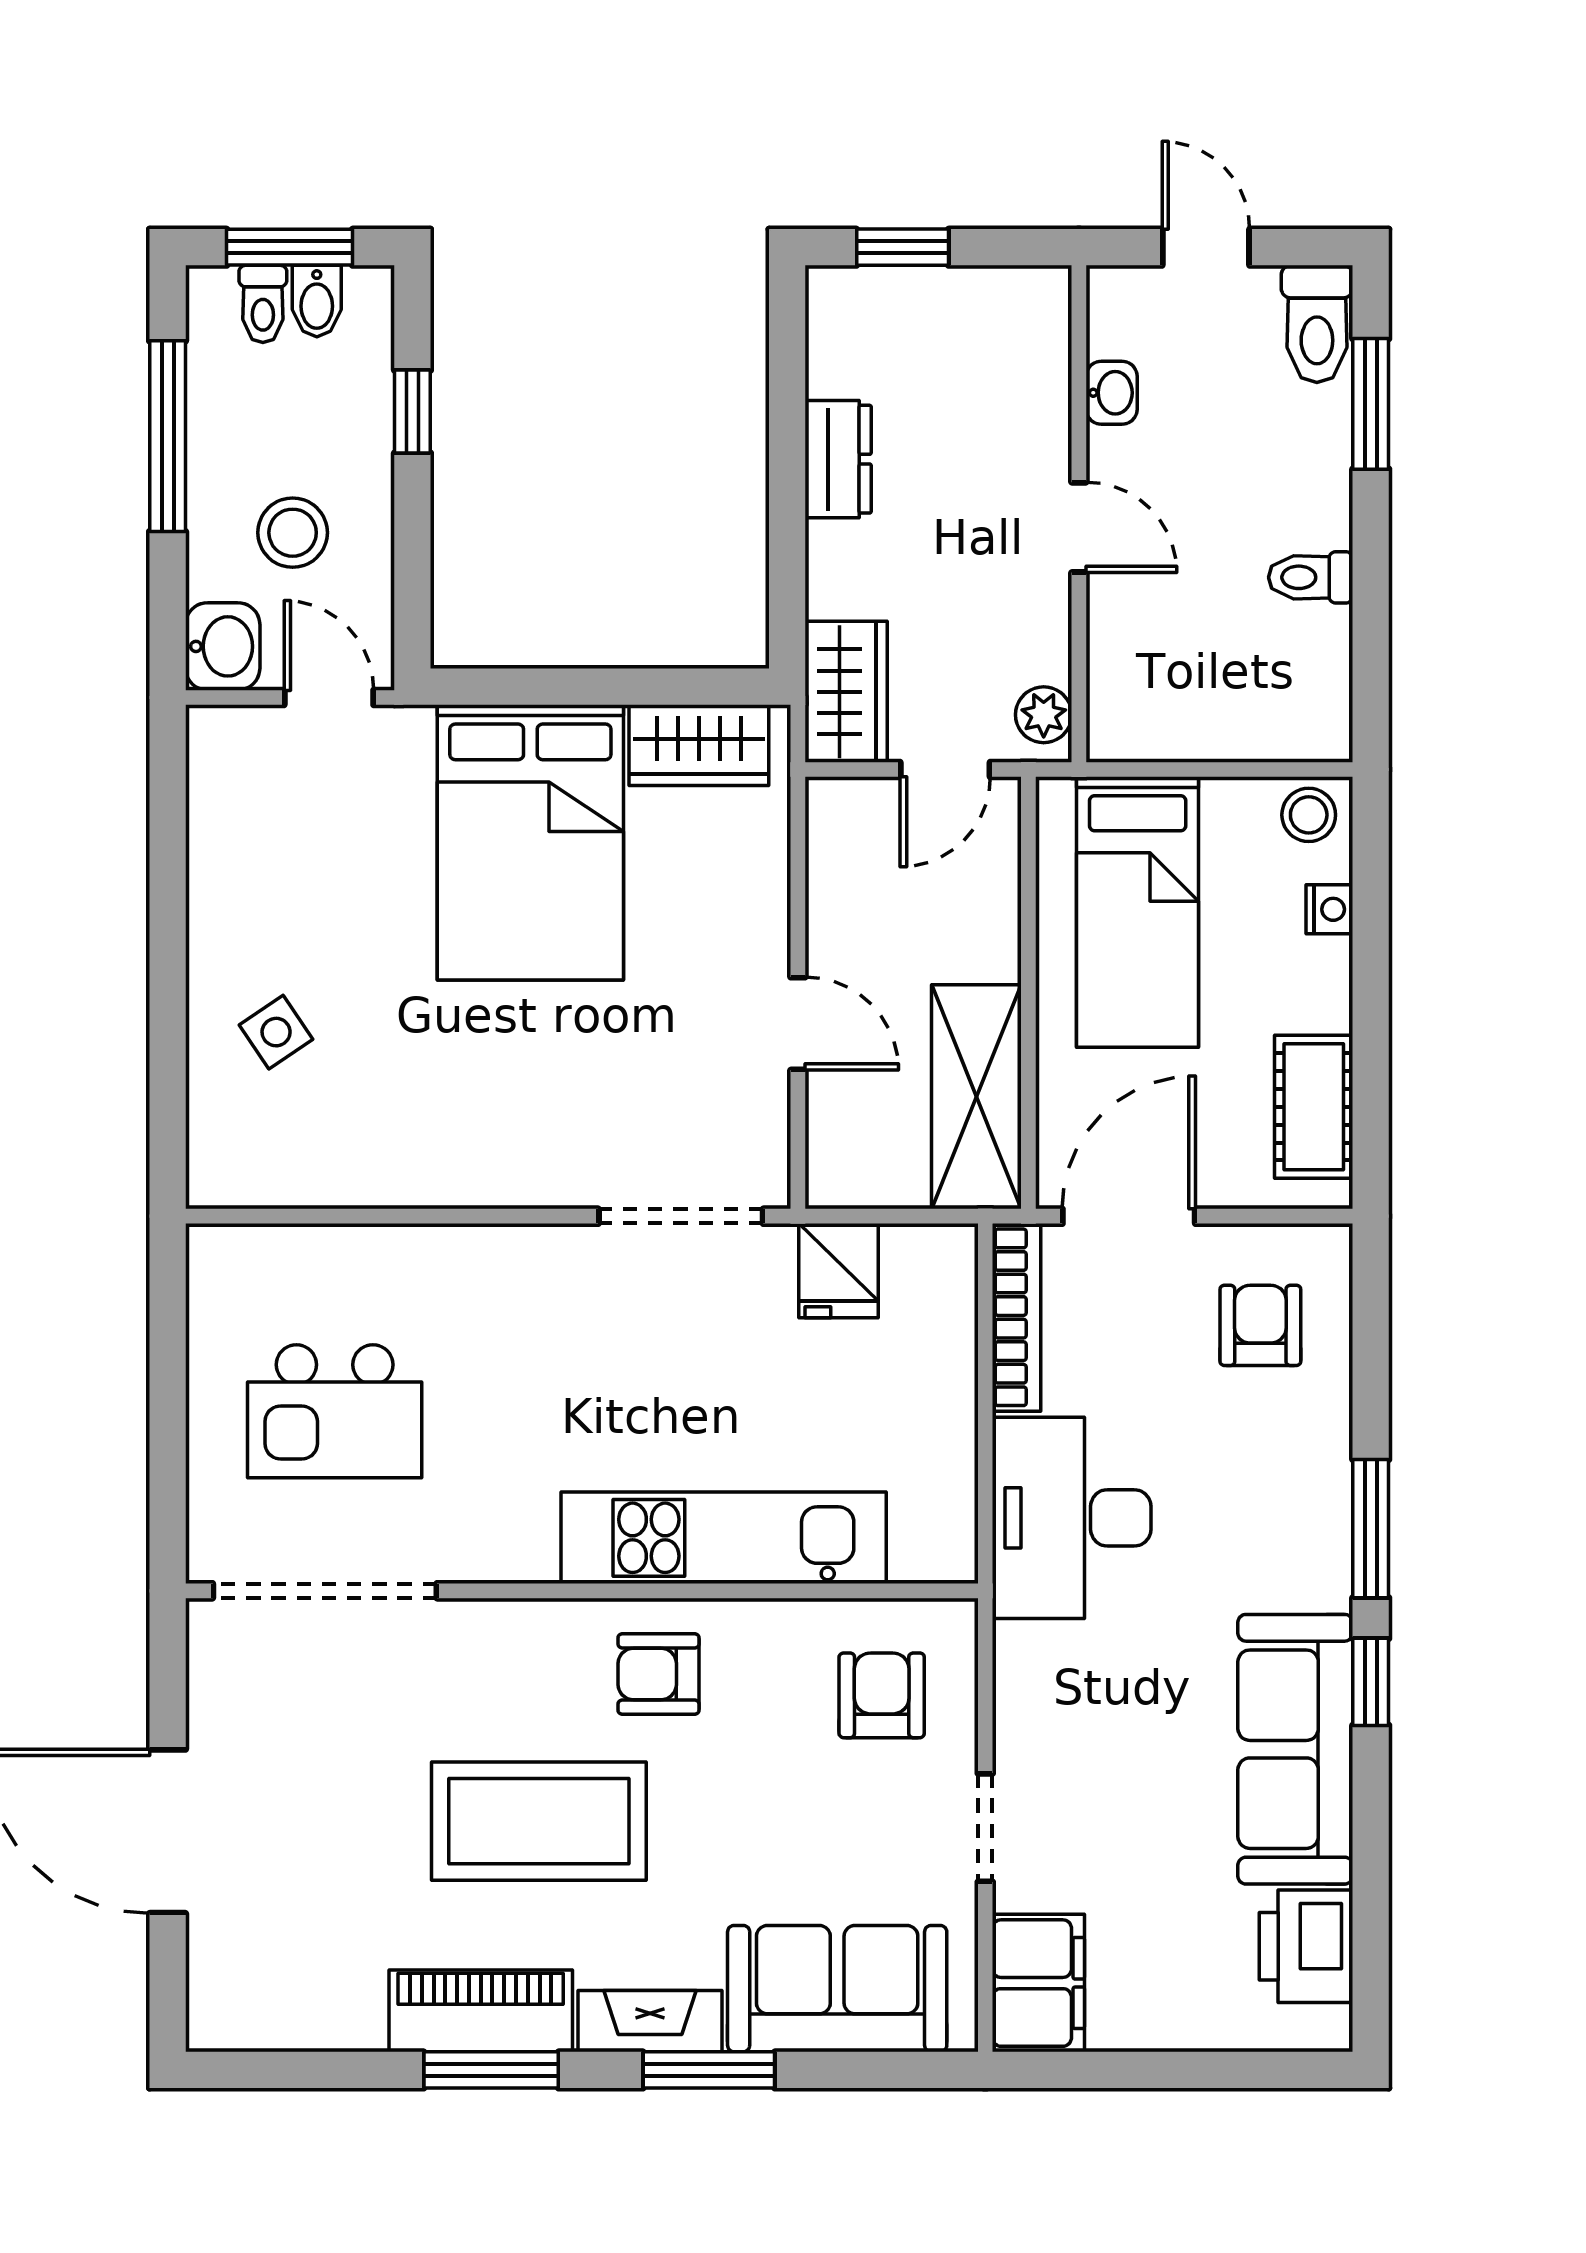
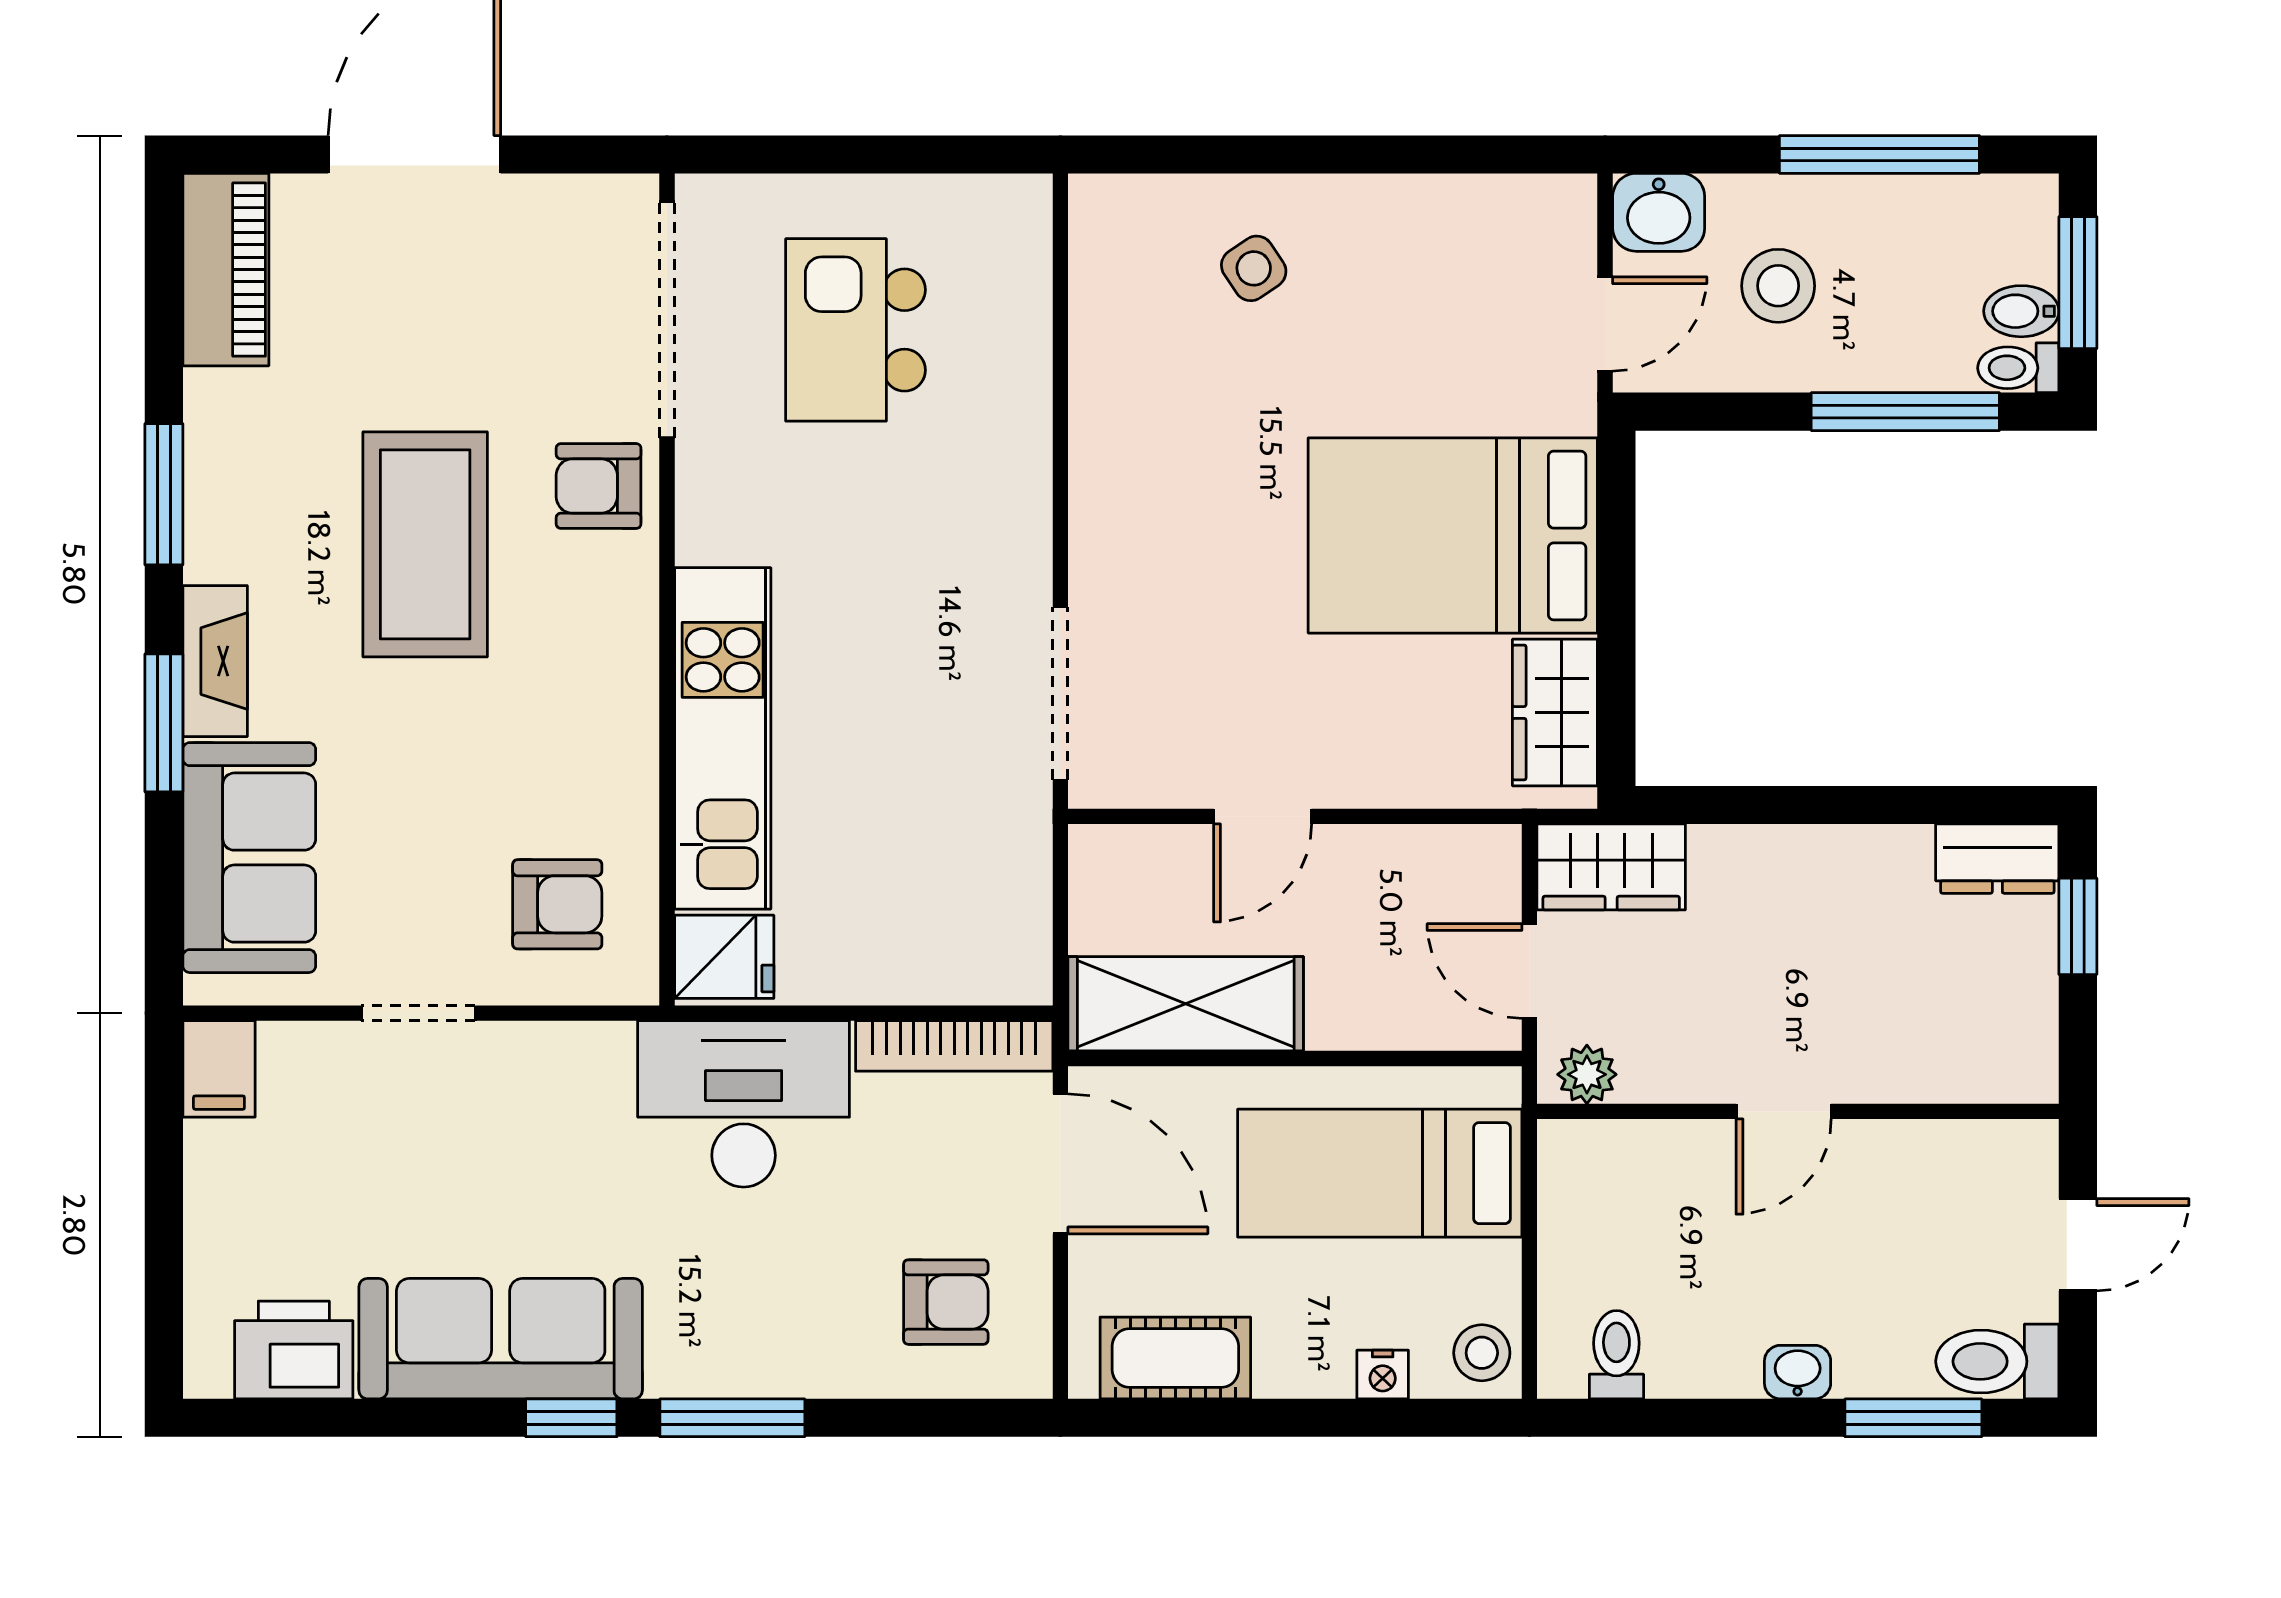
toilet: (263, 304) -> (2018, 368), moved
washbasin: (1112, 393) -> (1798, 1372), moved, turned 180
window: (412, 412) -> (1905, 412), width x2.17
dresser: (838, 459) -> (1997, 859), moved
toilet: (1311, 577) -> (1616, 1355), moved
fridge: (839, 1271) -> (724, 957), moved, turned 180
armchair: (658, 1674) -> (599, 486), moved, turned -90
filing cabinet: (1038, 1983) -> (219, 1069), width x0.50
piano: (481, 2011) -> (226, 270), moved

